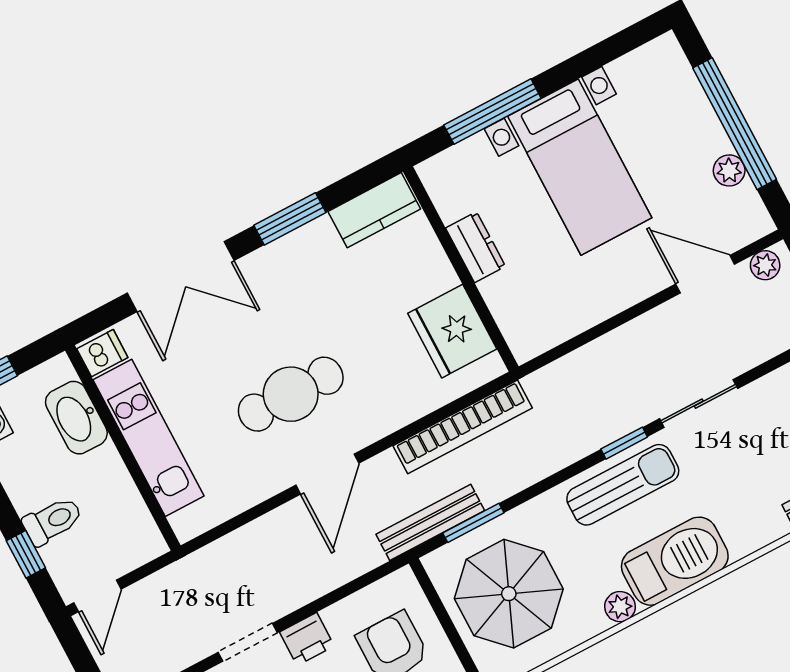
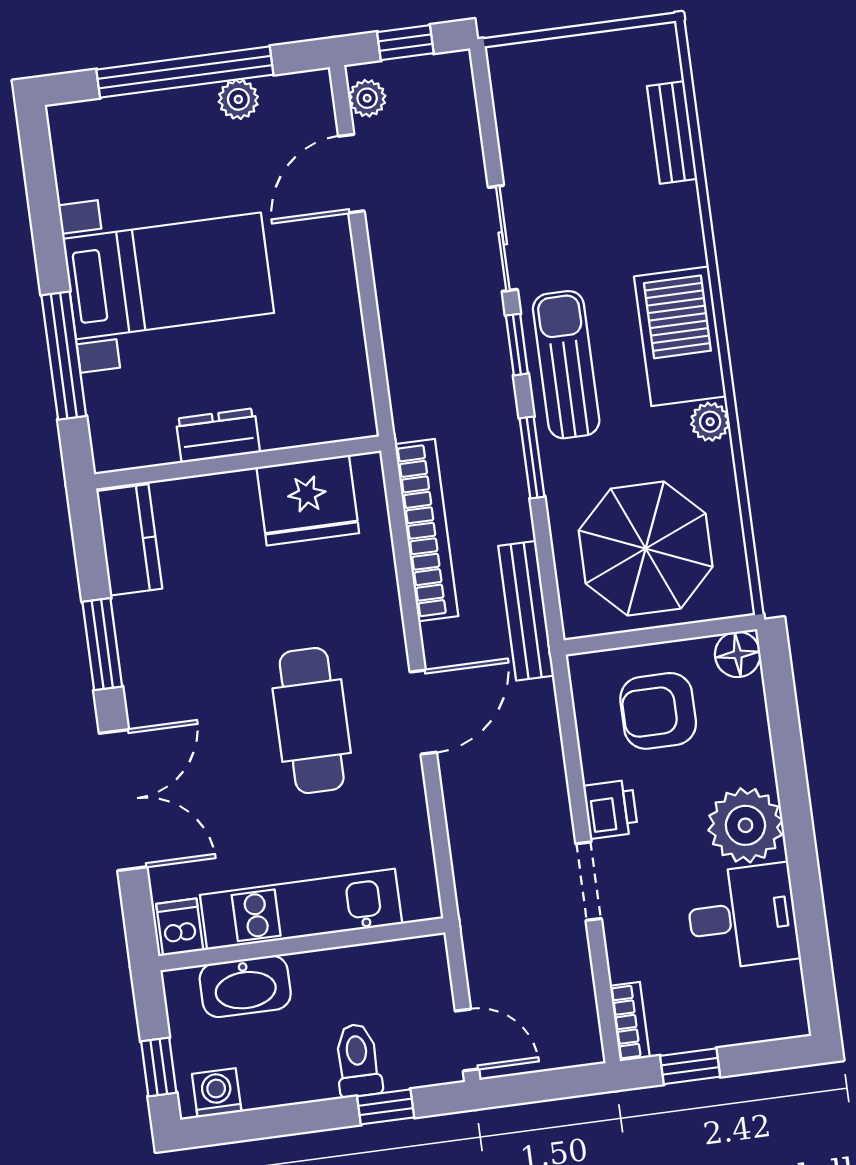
door: (327, 474) -> (423, 712), hinge flipped
window: (473, 523) -> (532, 457), moved

